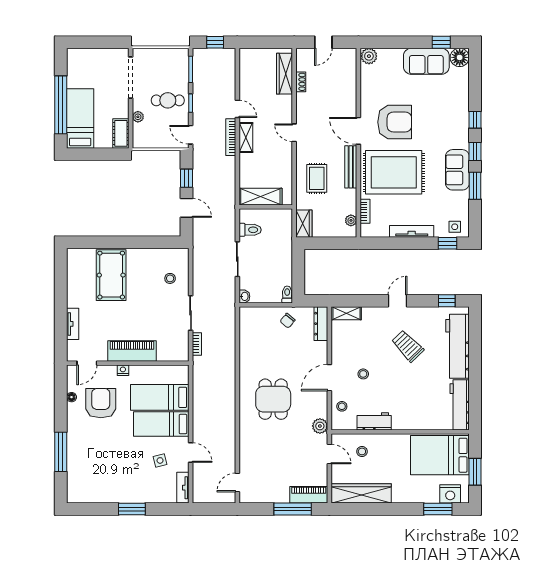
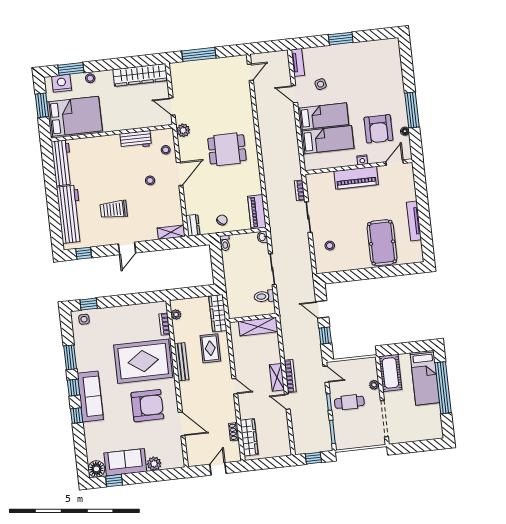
plant: (369, 56) -> (154, 464), moved
armchair: (395, 122) -> (147, 406), turned 180
door: (358, 131) -> (182, 424), moved
cot: (121, 133) -> (390, 373), width x1.37, depth x1.34
sofa: (457, 170) -> (90, 396), moved, width x1.36
wardrobe: (304, 224) -> (218, 313), width x1.50
tv unit: (412, 231) -> (121, 311), removed
tv unit: (73, 324) -> (414, 221), moved, width x1.41
dresser: (321, 324) -> (193, 225), width x0.70
trolley: (408, 346) -> (114, 209), turned 134
dining table: (273, 399) -> (227, 149), turned 90
stool: (362, 451) -> (90, 78), moved
window: (61, 452) -> (412, 110), moved
piano: (309, 495) -> (257, 212), moved, turned 90

